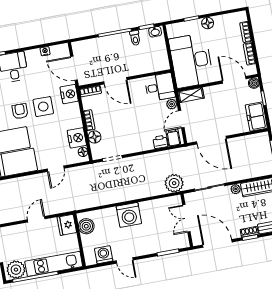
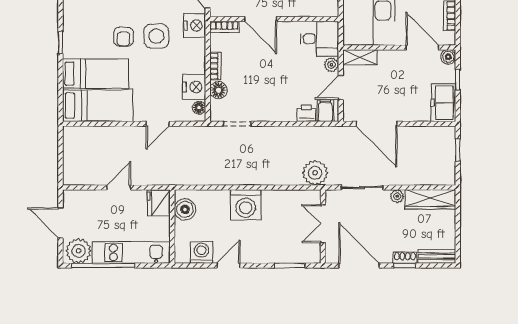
armchair: (20, 111) -> (124, 37), turned 180
door: (125, 260) -> (229, 266), swing flipped

